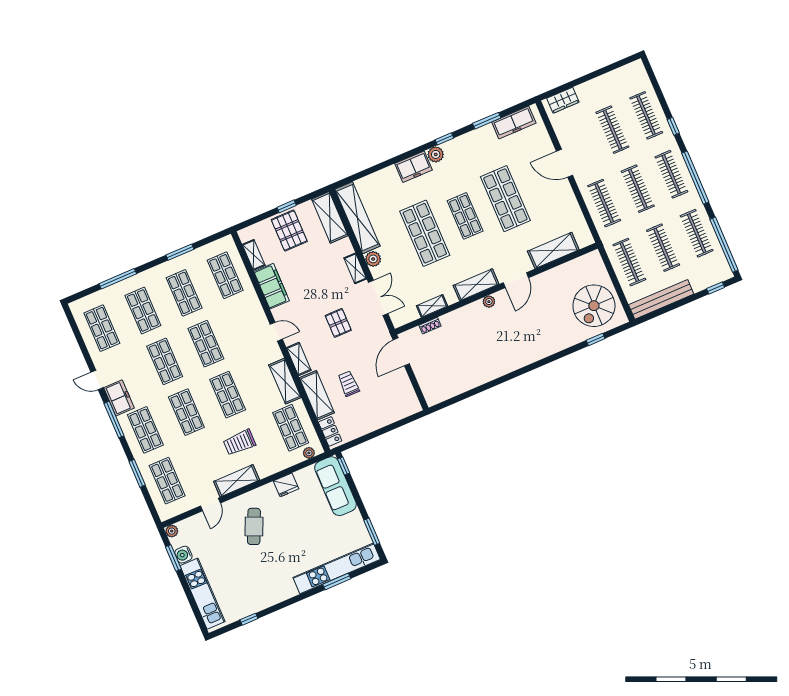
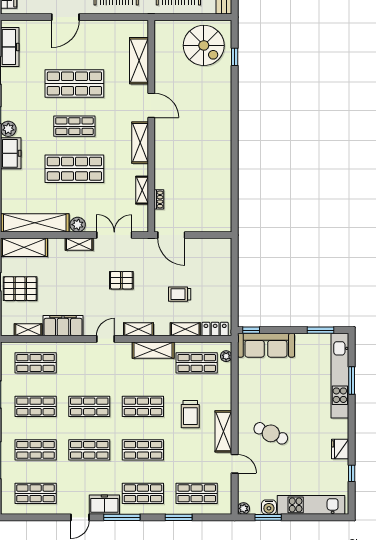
plant: (489, 302) -> (160, 138), removed
shelving: (317, 395) -> (185, 329), width x0.67, depth x0.75
fridge: (286, 485) -> (340, 449), moved, turned 180

